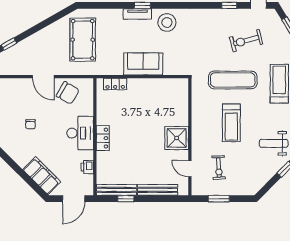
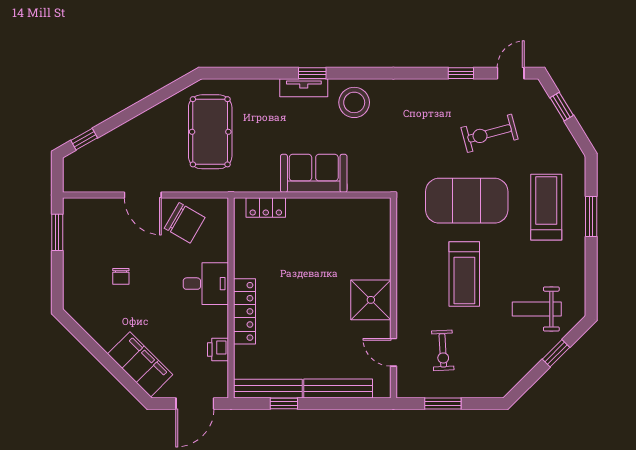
exercise mat: (233, 80) -> (467, 201), width x1.47
desk: (80, 133) -> (206, 284), width x0.73
locker: (103, 138) -> (245, 311), width x1.53

